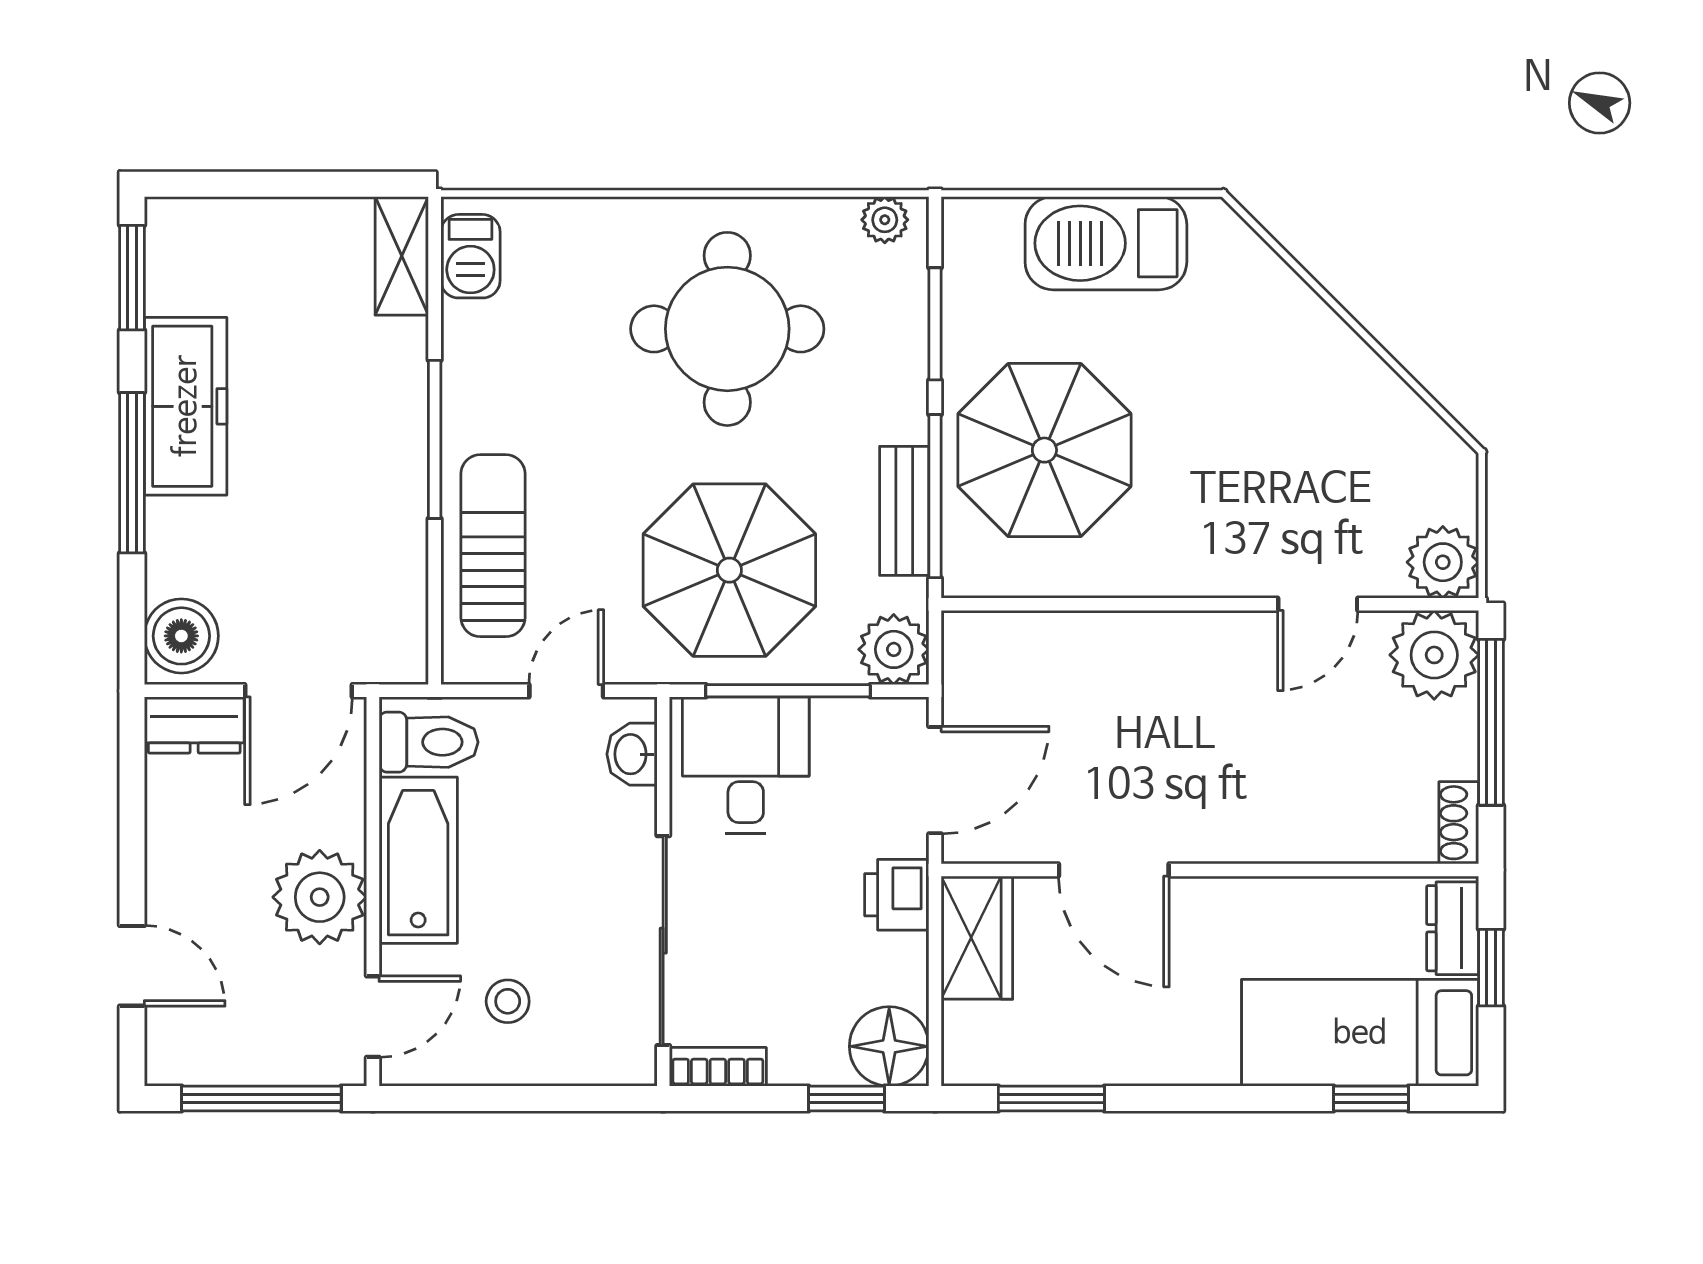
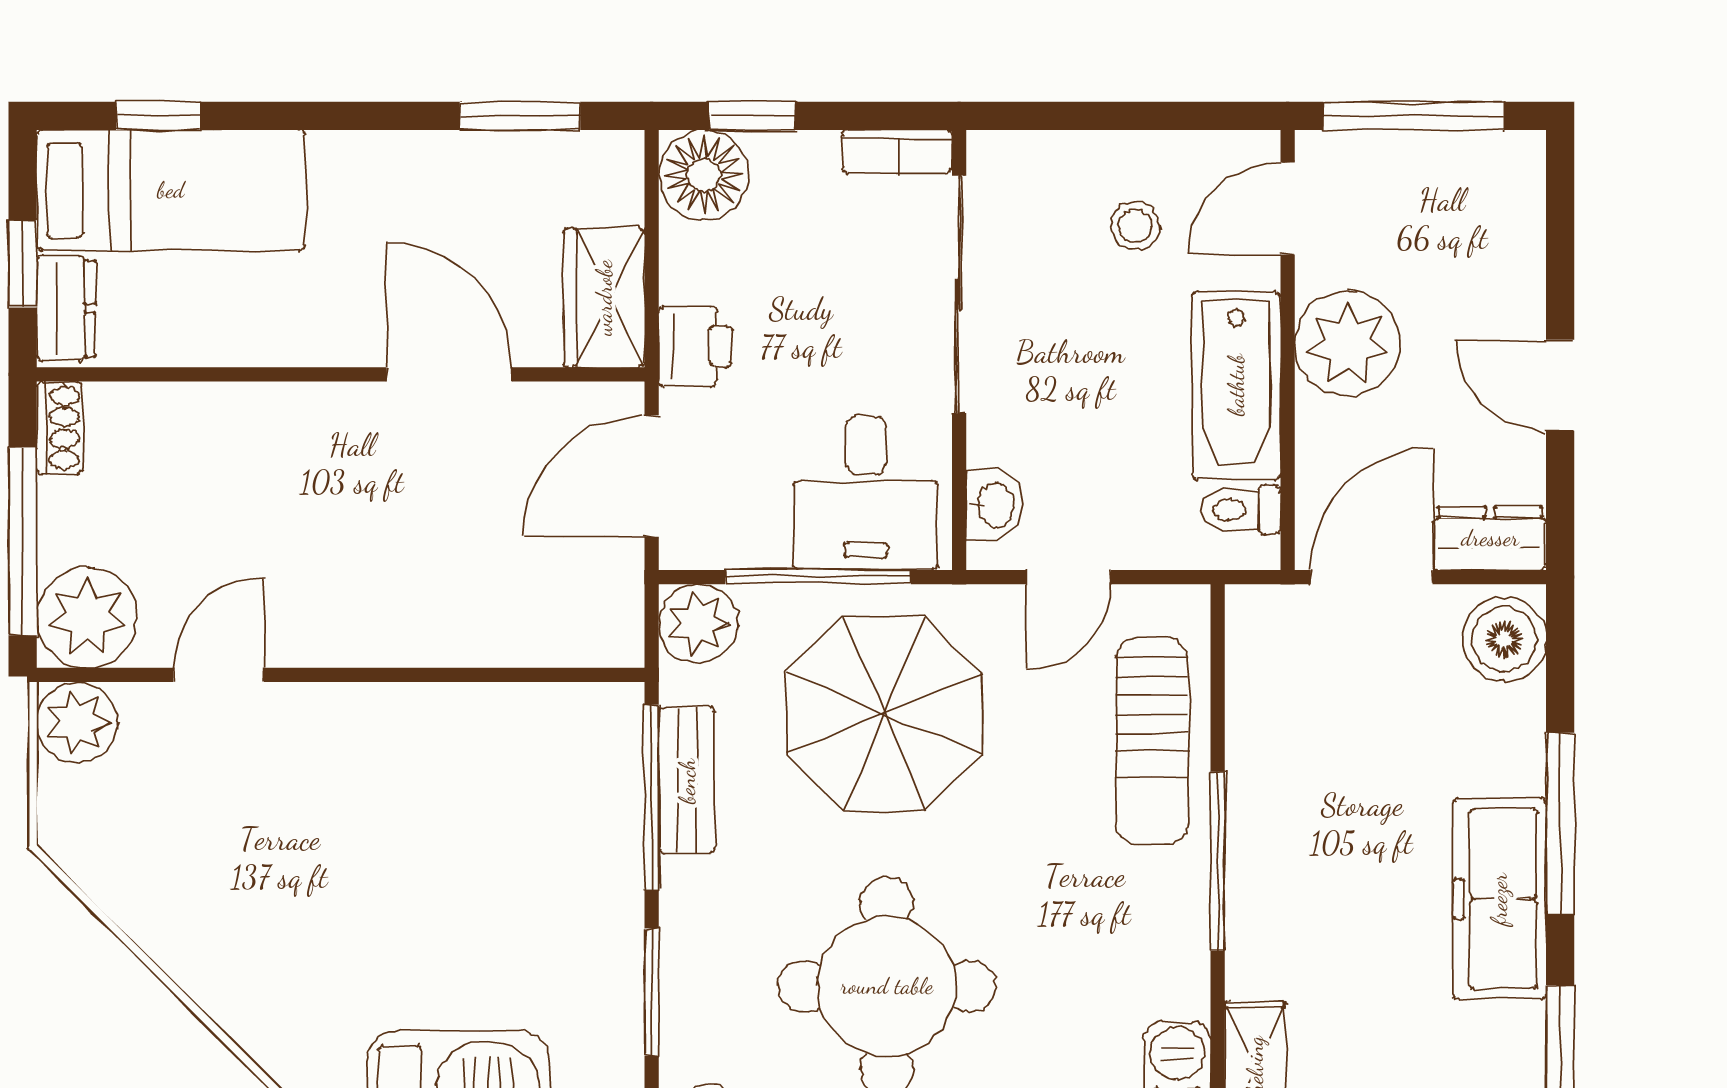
parasol: (1044, 450) -> (528, 849), removed
toilet: (429, 742) -> (1240, 510), width x0.73, depth x0.72
door: (132, 966) -> (1560, 385), moved

